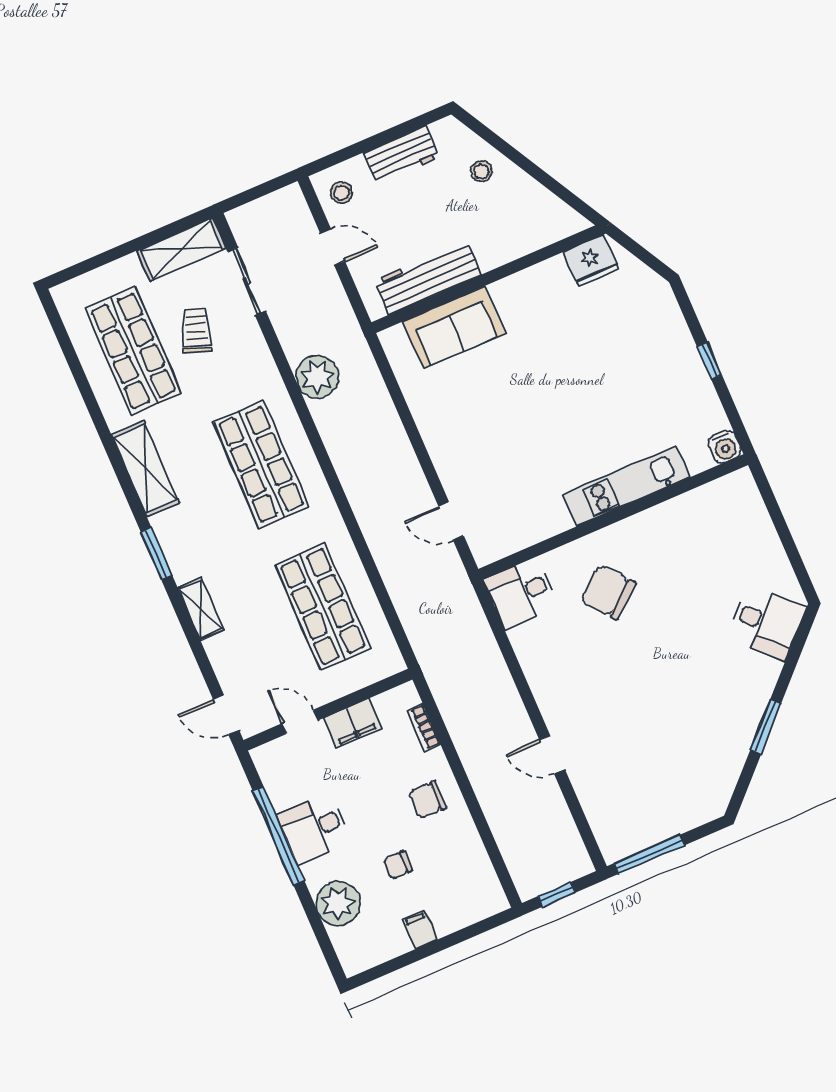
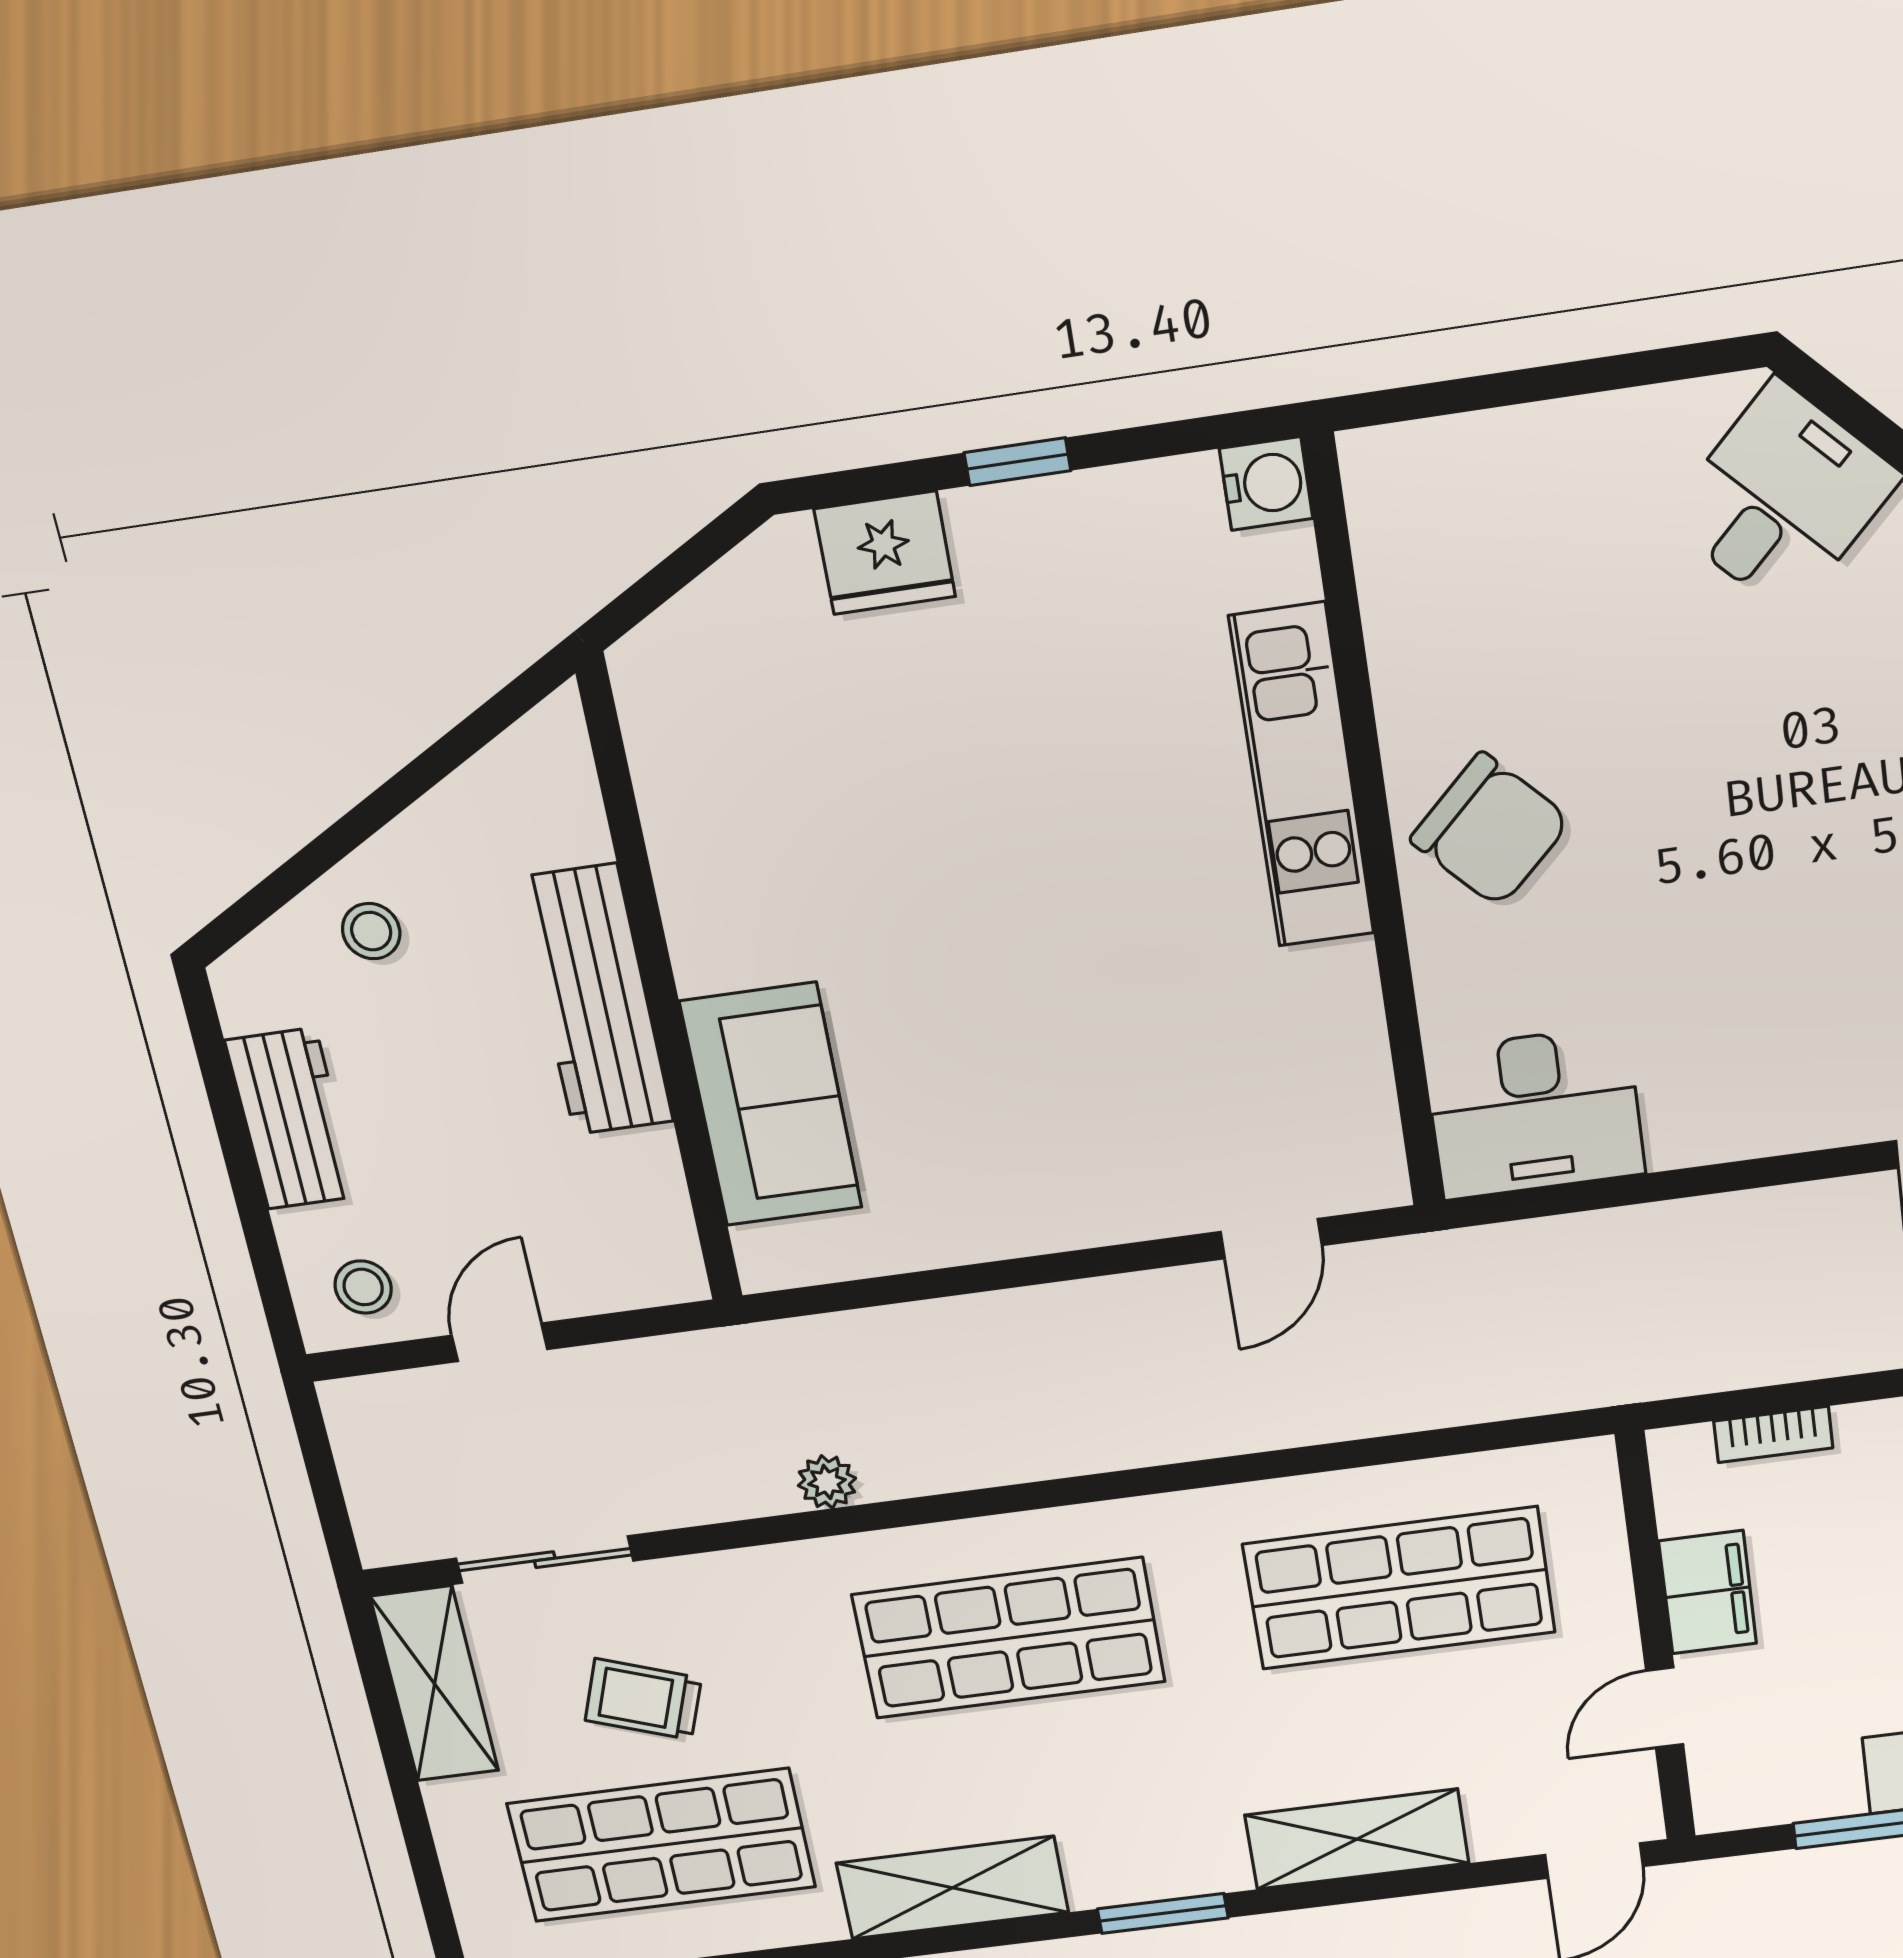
fridge: (591, 260) -> (885, 553), moved, turned 90
workbench: (428, 277) -> (595, 1000), moved
plant: (317, 377) -> (827, 1482), width x0.53, depth x0.53
chair: (608, 592) -> (1490, 830), moved, turned -94
desk: (521, 593) -> (1535, 1113), width x1.37
shelving: (201, 609) -> (1357, 1839), width x1.50, depth x1.33

